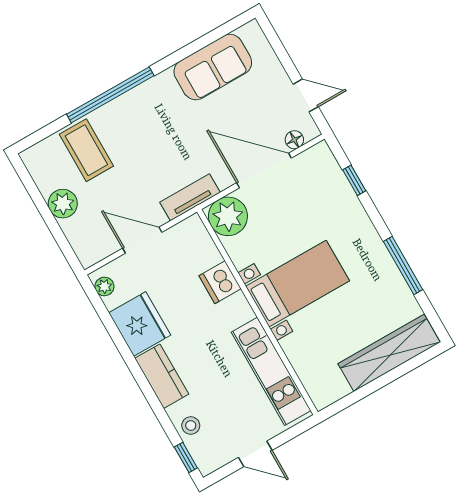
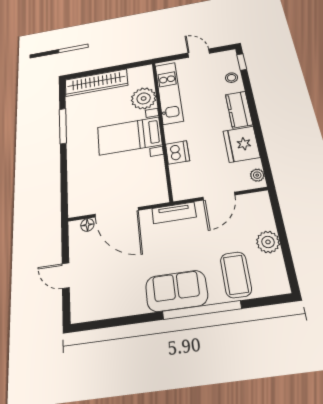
sofa: (213, 67) -> (176, 291), moved
door: (306, 95) -> (66, 276), moved
window: (354, 180) -> (64, 185), removed
plant: (228, 216) -> (144, 98), moved
door: (142, 240) -> (219, 196), hinge flipped

